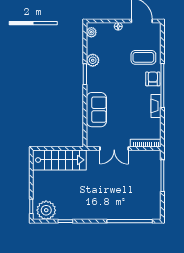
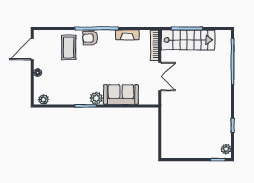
plant: (93, 60) -> (96, 98), moved
fireplace: (156, 106) -> (127, 35), moved
stairs: (59, 160) -> (188, 40), moved, turned 90
plant: (46, 210) -> (226, 149), width x0.53, depth x0.53

